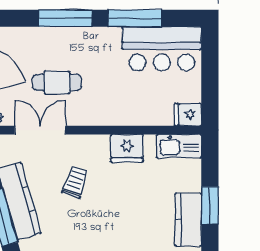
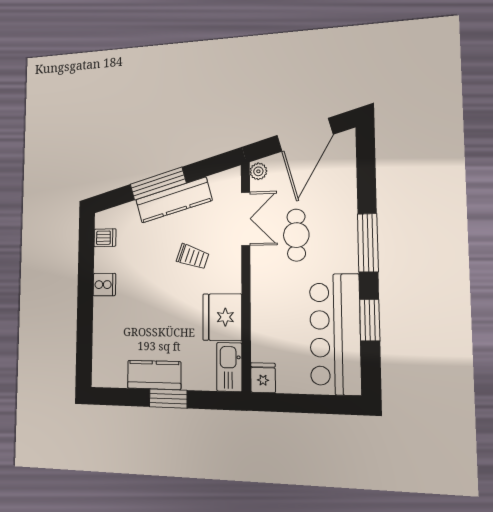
window: (135, 18) -> (370, 320), width x0.69
bar counter: (162, 49) -> (335, 334), width x1.36
fridge: (127, 148) -> (222, 317), width x1.36, depth x1.34

